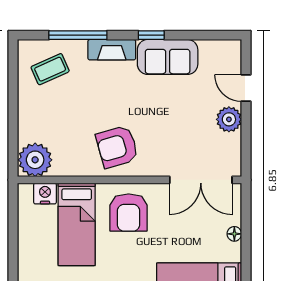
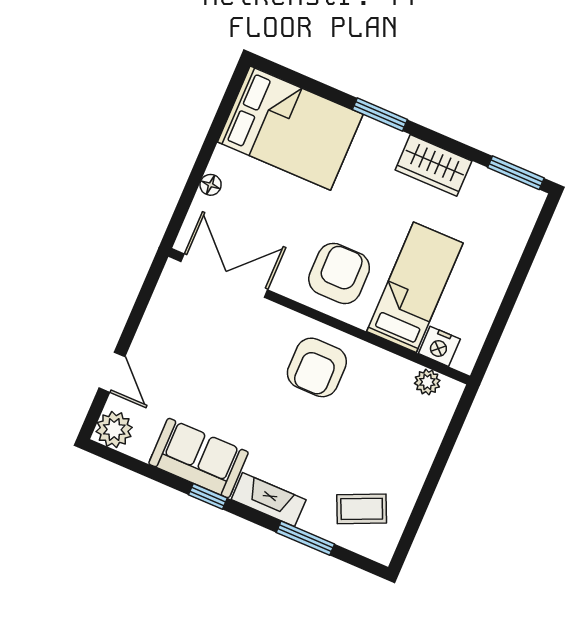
window: (78, 35) -> (305, 538), width x0.69
plant: (229, 119) -> (114, 430), moved
armchair: (117, 147) -> (317, 367), turned 106
plant: (35, 160) -> (427, 382), width x0.53, depth x0.53

